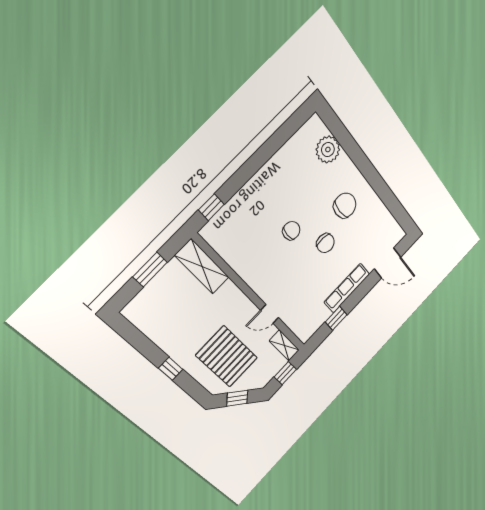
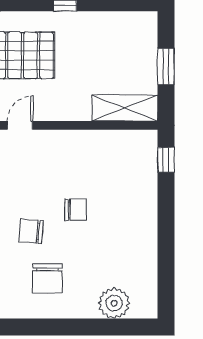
chair: (291, 231) -> (76, 210), turned -90

